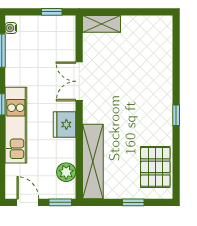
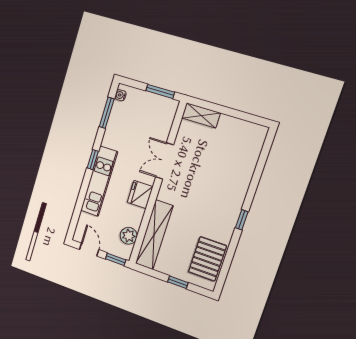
window: (52, 12) -> (160, 91), width x1.50

